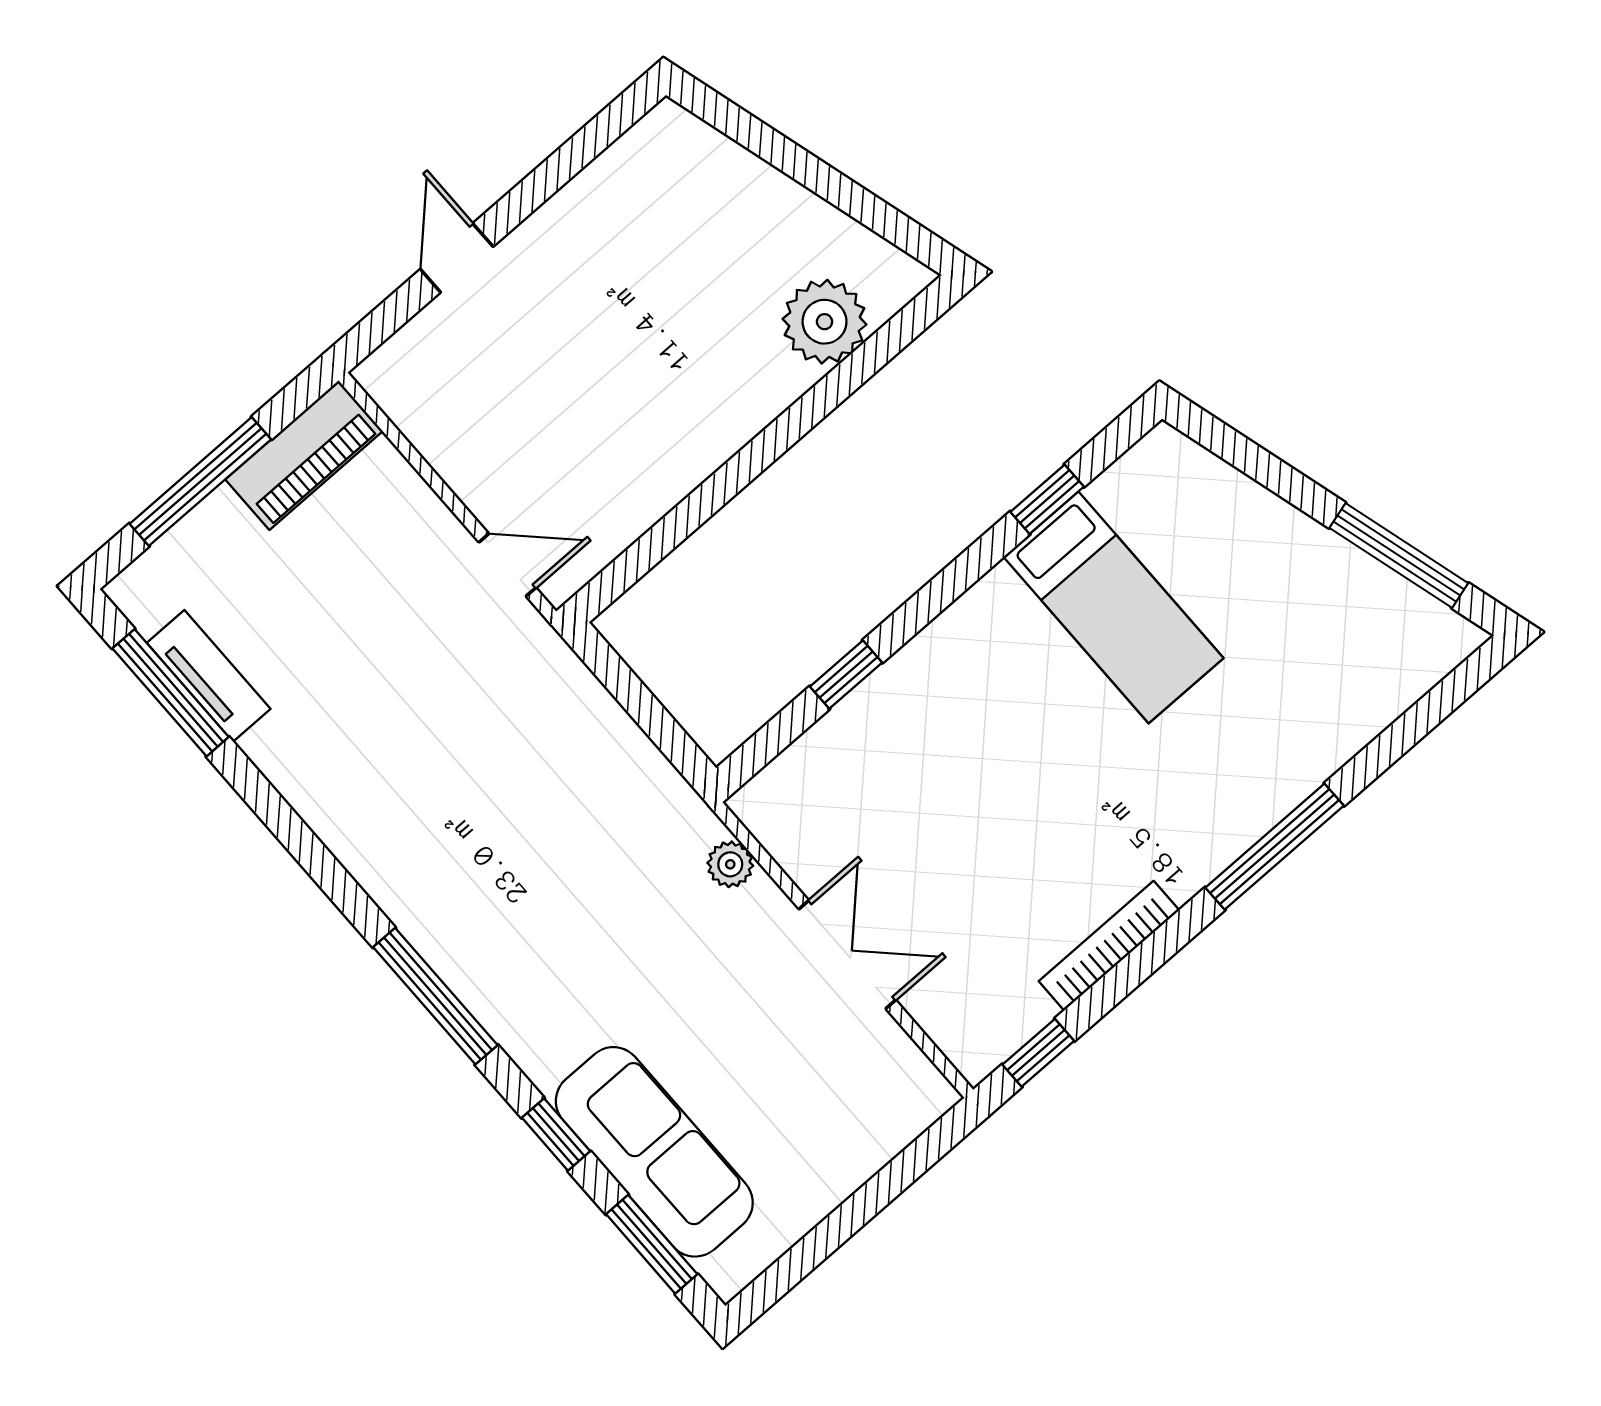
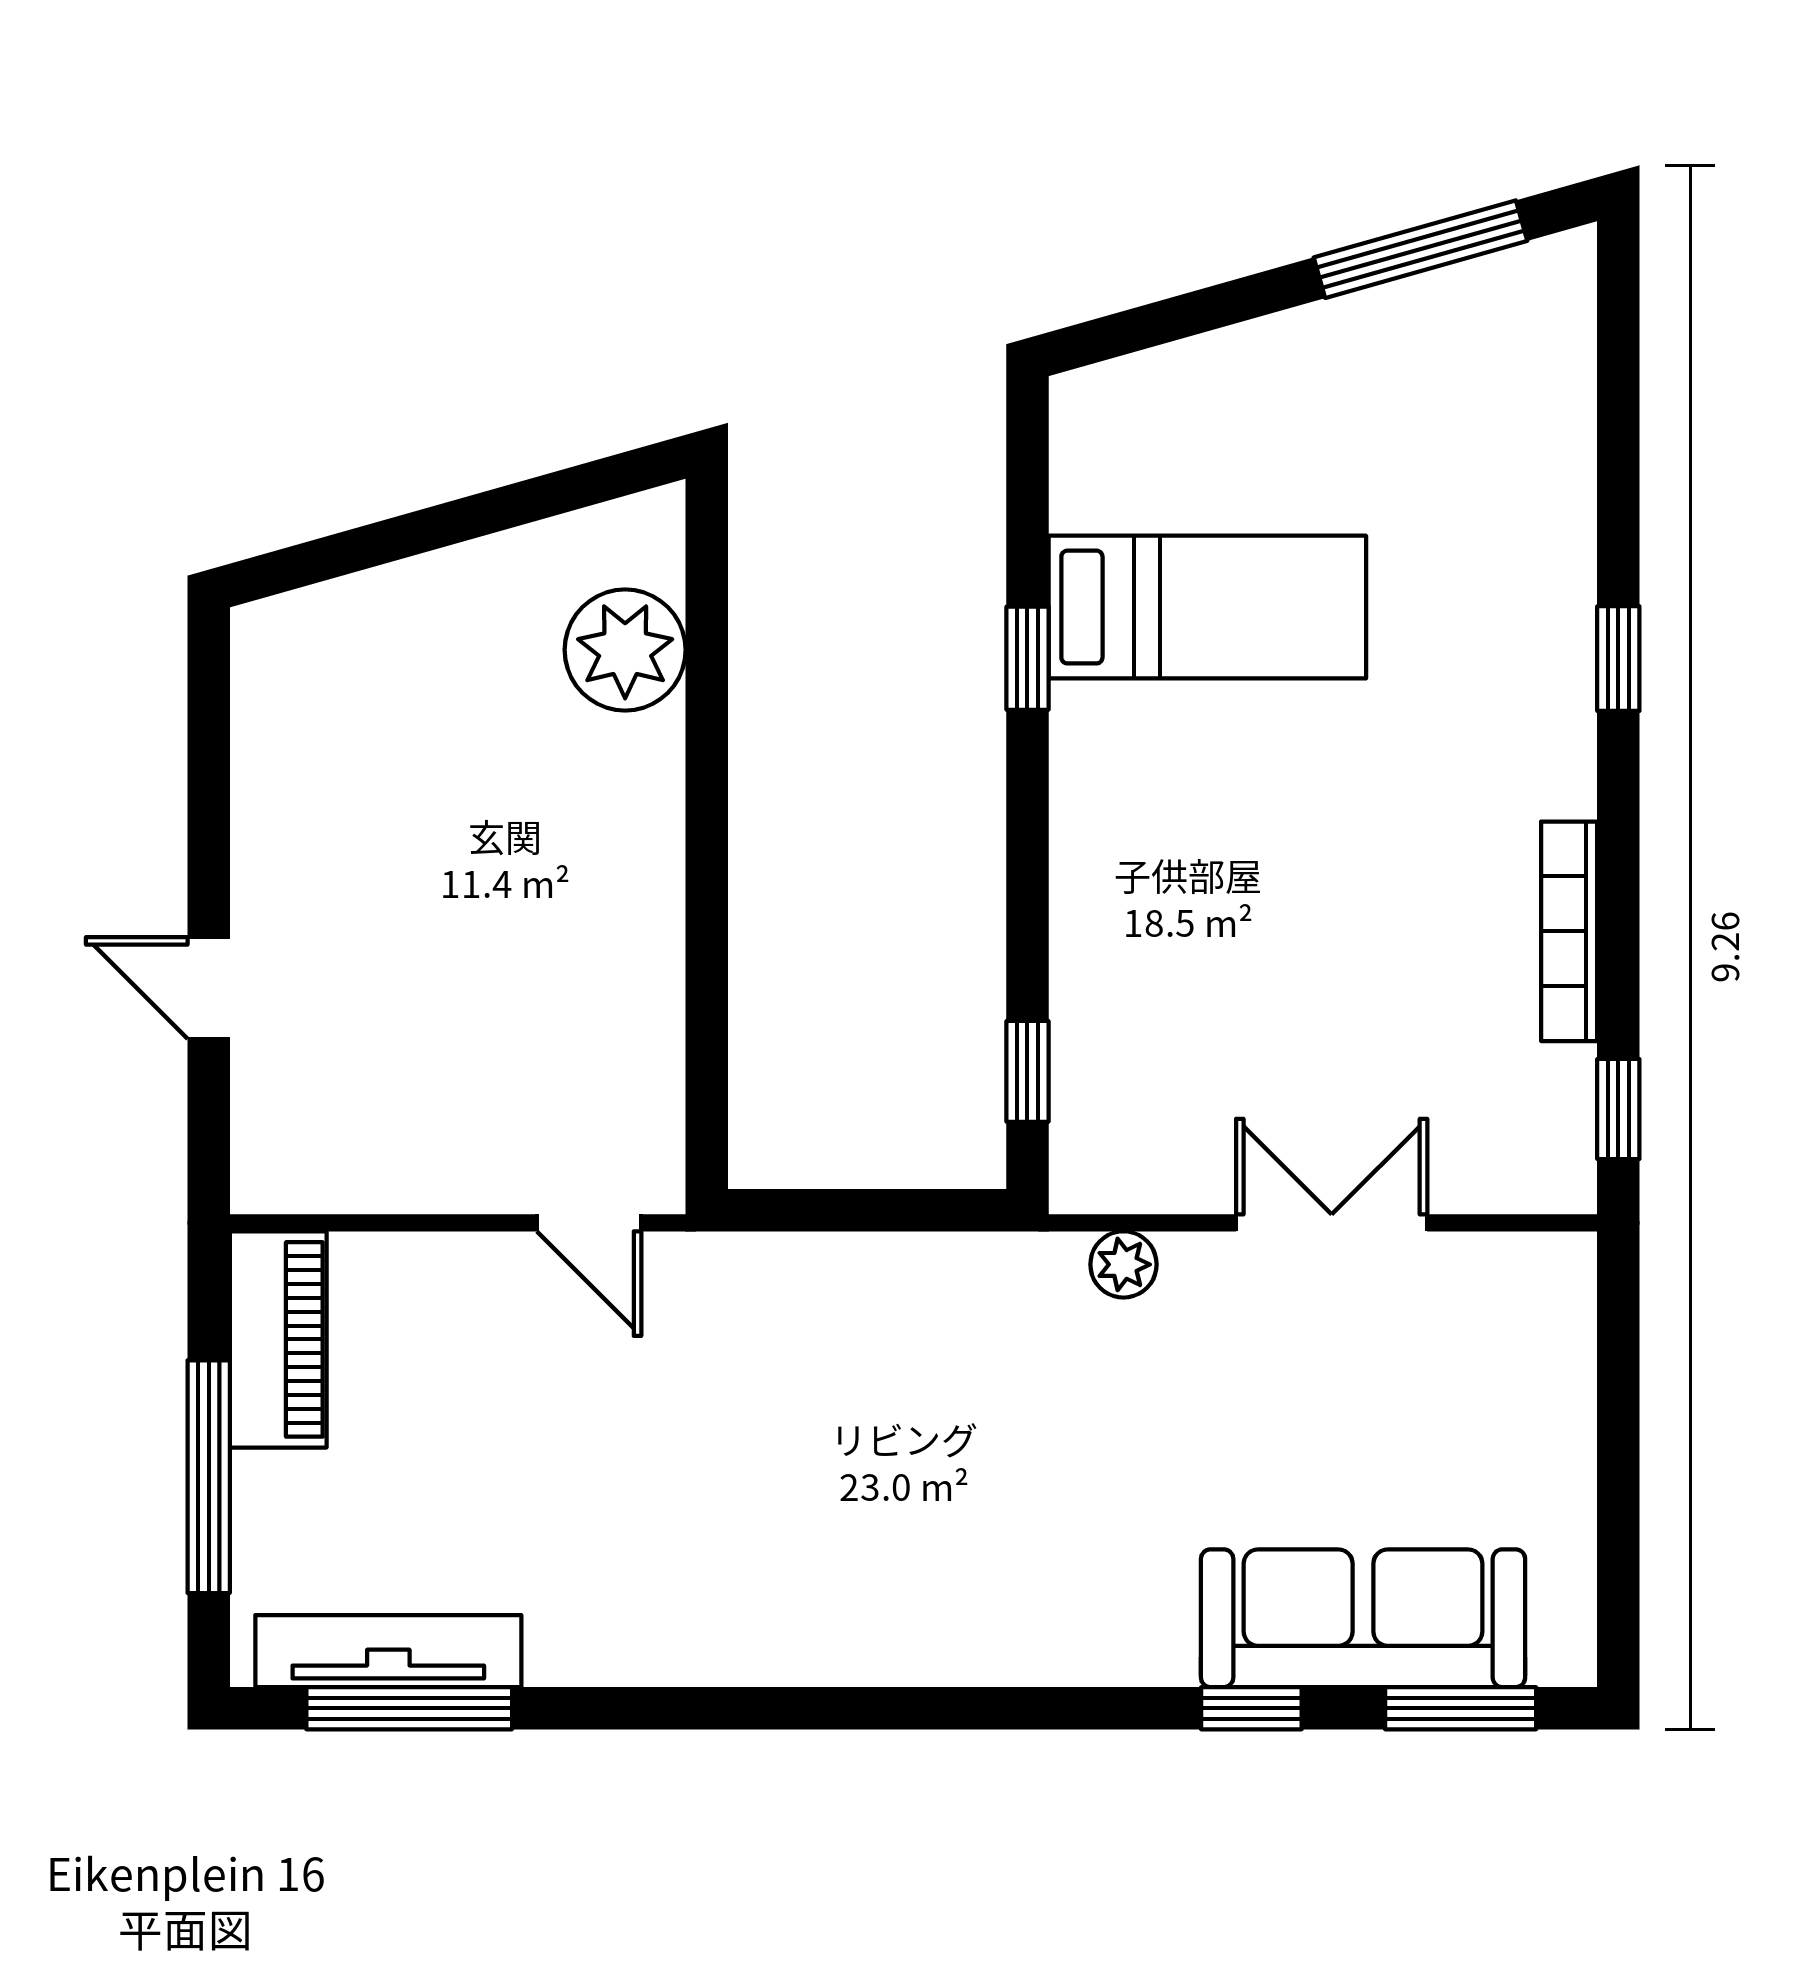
window: (1047, 499) -> (1027, 658), moved
door: (507, 565) -> (589, 1223), swing flipped
window: (846, 675) -> (1027, 1071), moved
tv unit: (209, 676) -> (388, 1651), width x1.41
window: (1275, 847) -> (1618, 659), width x0.46
window: (435, 996) -> (988, 1708), removed

